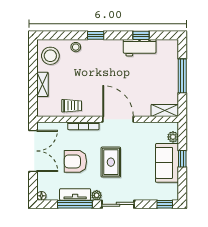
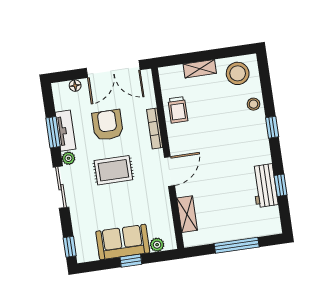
shelving: (165, 110) -> (187, 214), moved
door: (118, 119) -> (169, 171), width x0.73
floor lamp: (41, 196) -> (75, 86), moved
window: (75, 204) -> (53, 132), width x0.69

